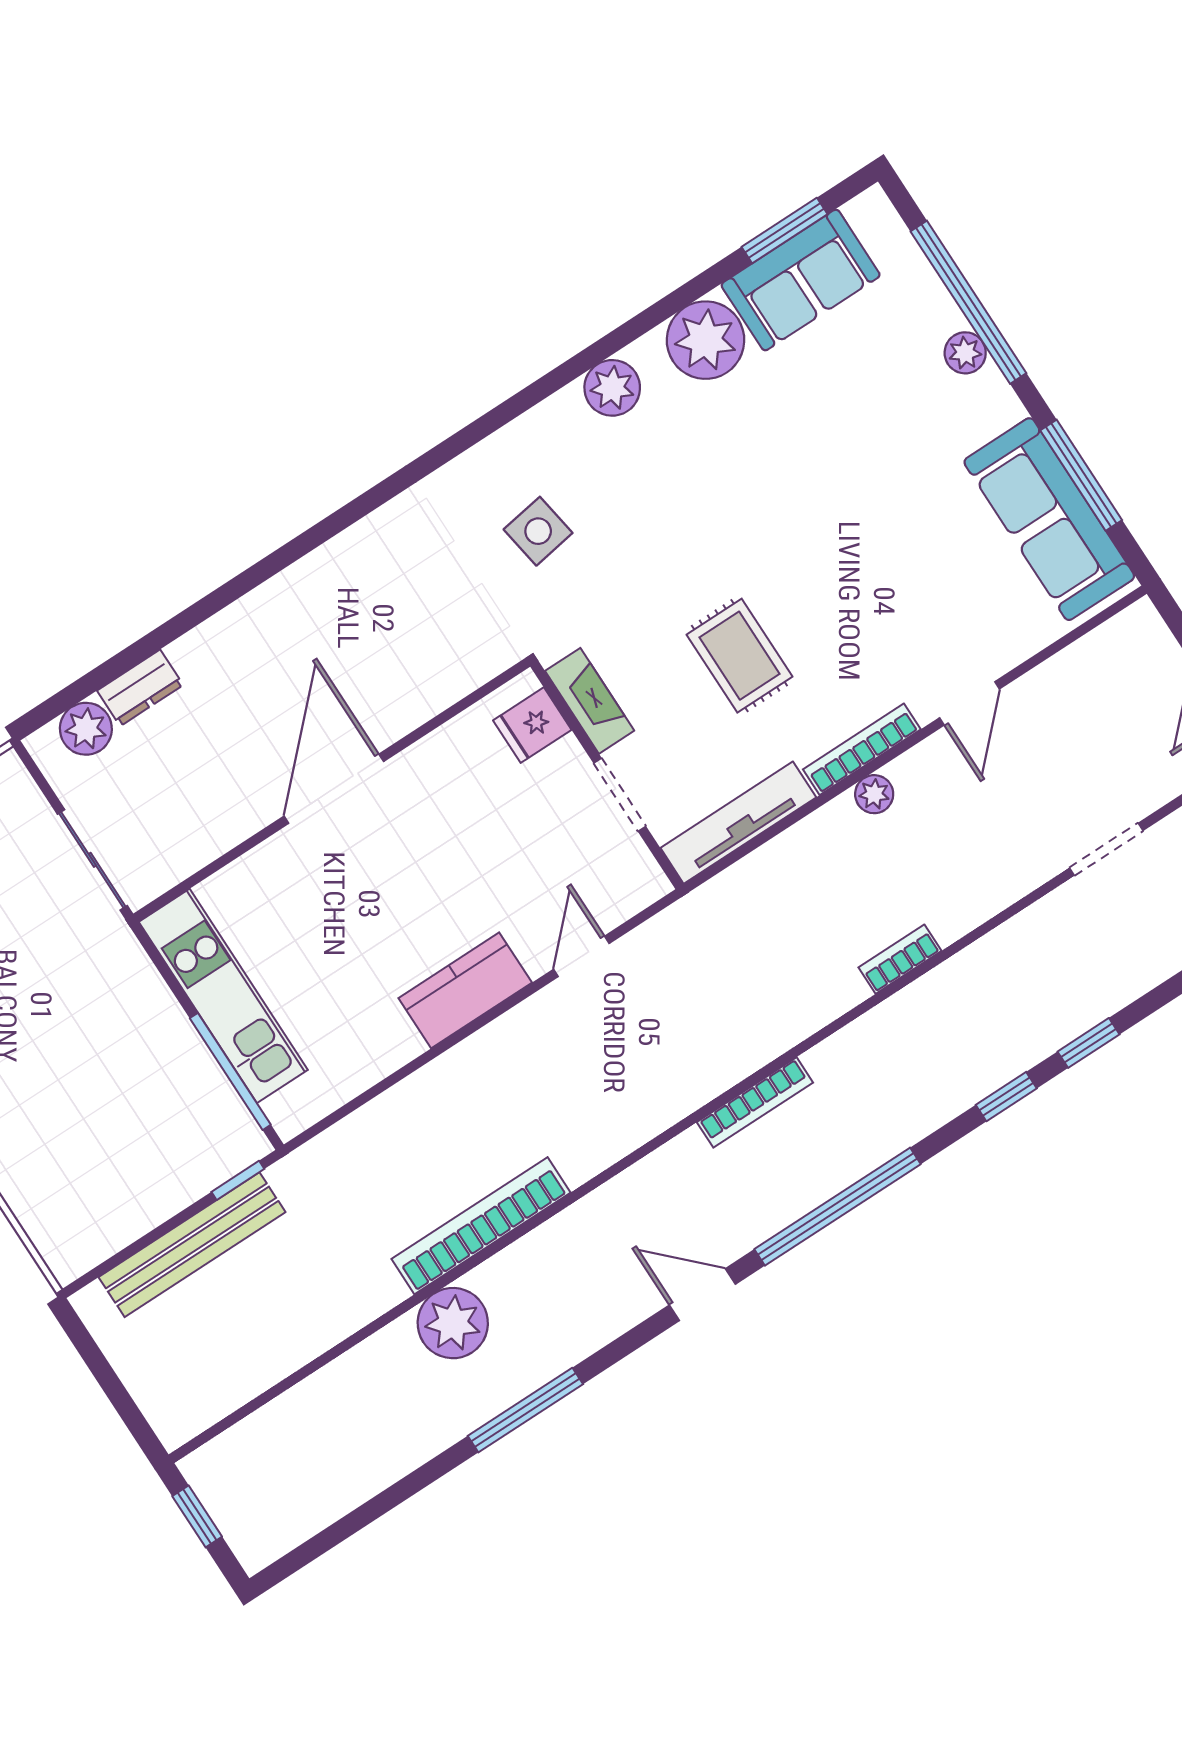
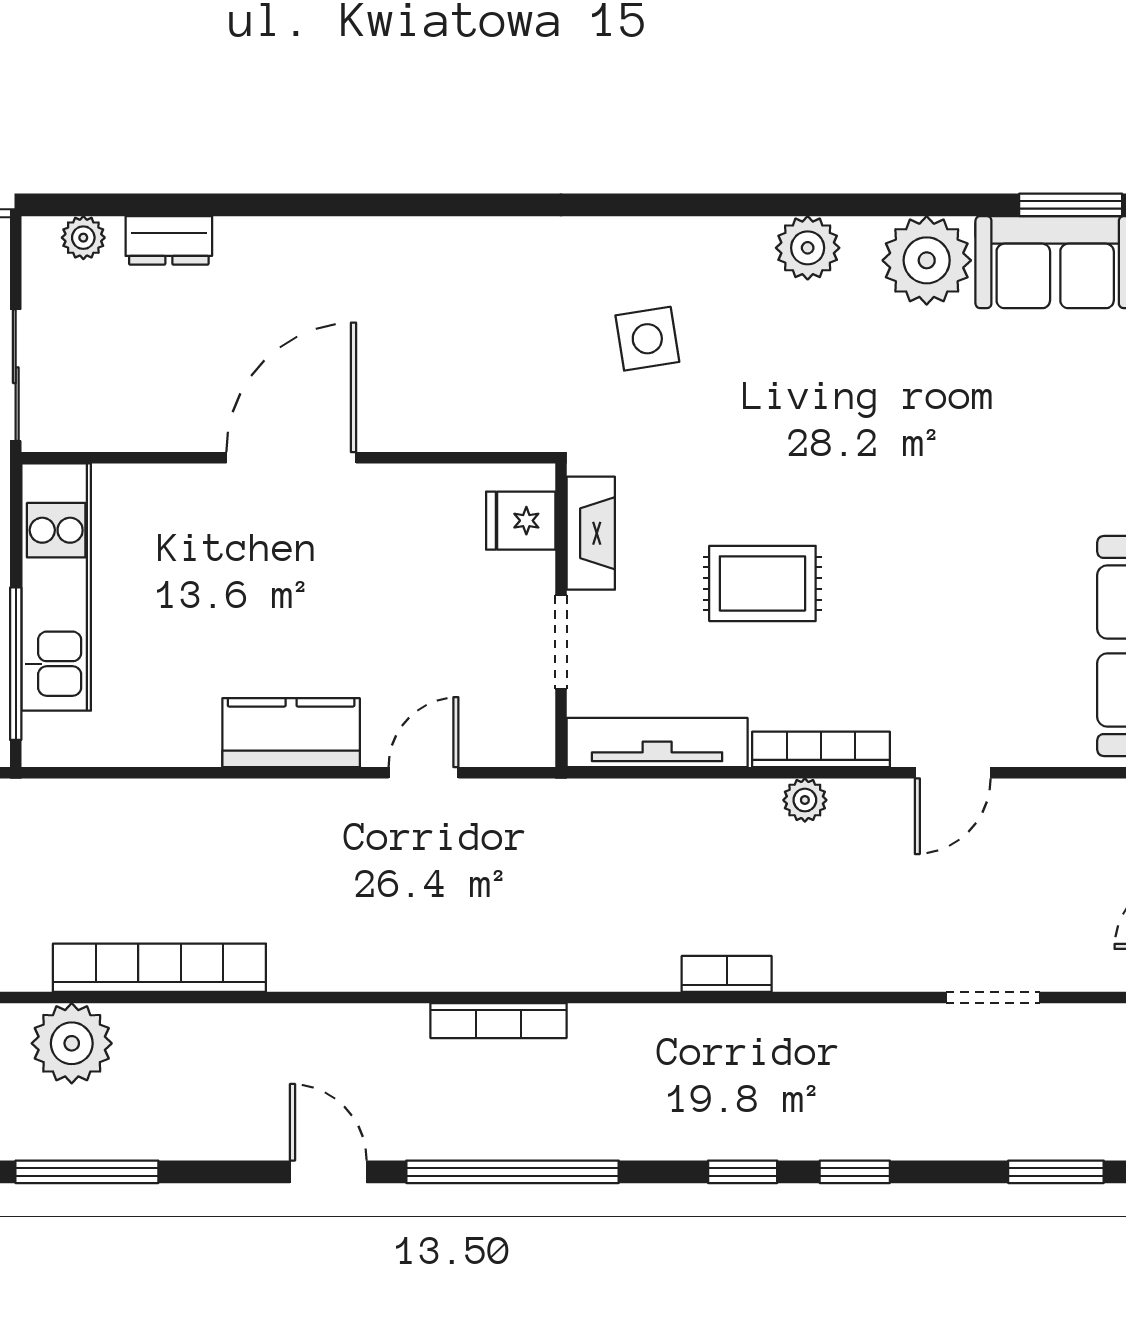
rug: (739, 656) -> (762, 583), turned 90
plant: (86, 729) -> (83, 238), width x0.73, depth x0.73

